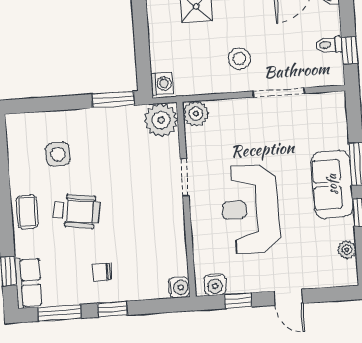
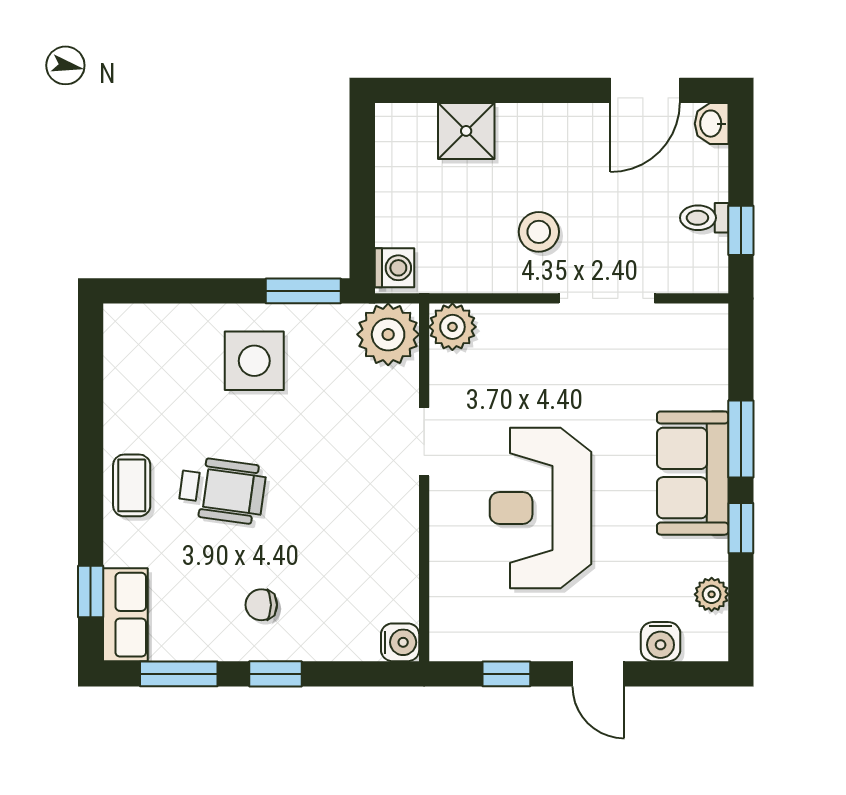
side table: (58, 154) -> (254, 361), moved, width x1.37, depth x1.37
water cooler: (215, 285) -> (661, 642), moved

